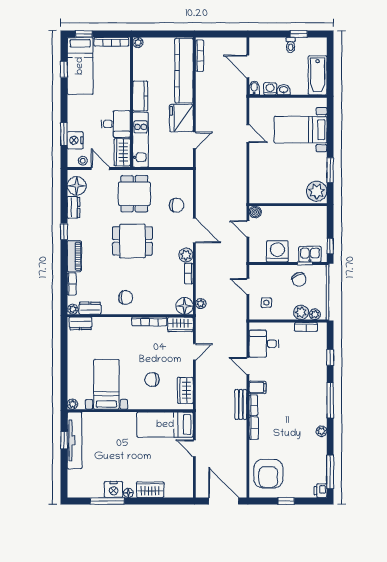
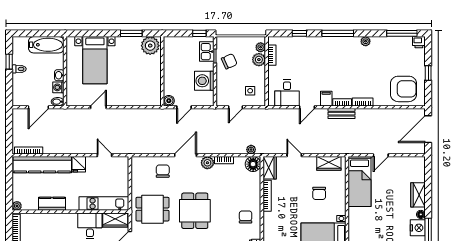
kitchen counter: (140, 96) -> (52, 204), moved
fridge: (181, 118) -> (79, 164), width x0.53, depth x0.75

